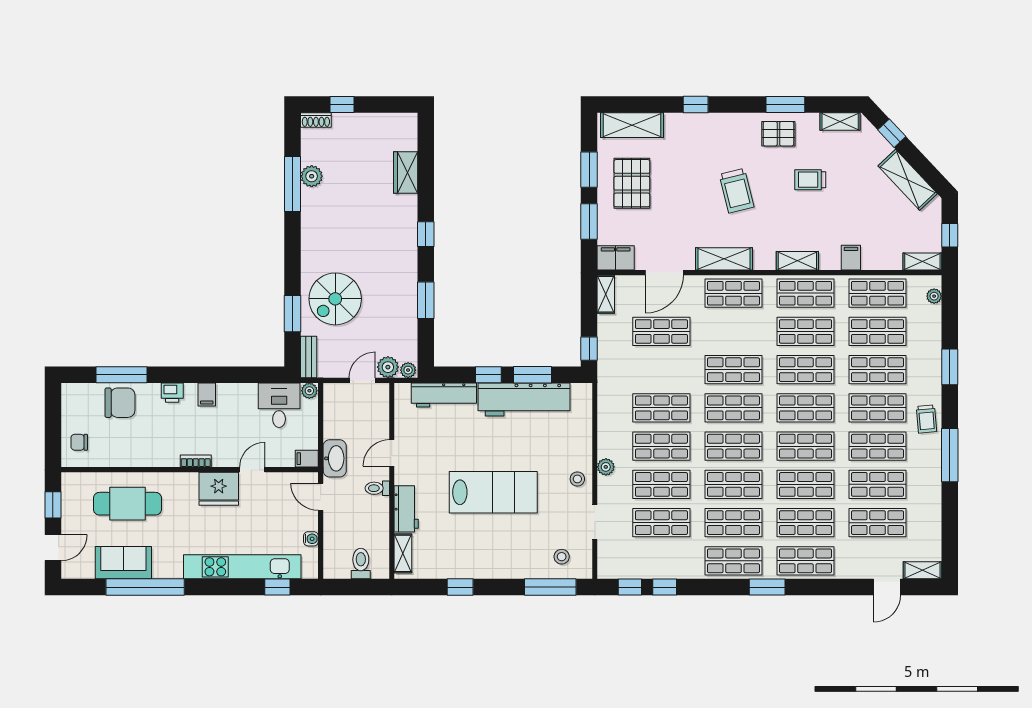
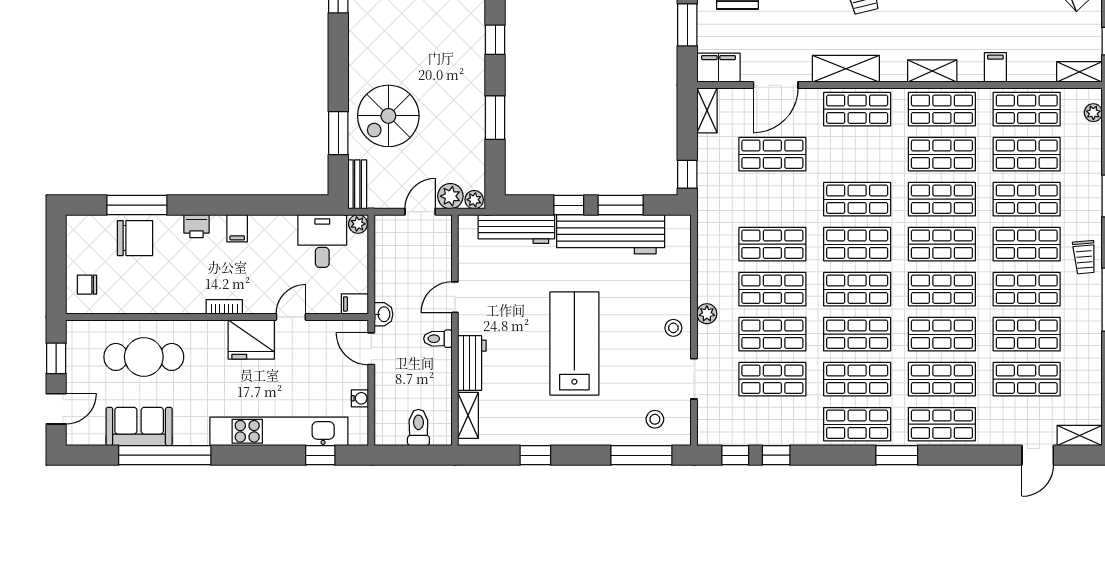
washbasin: (335, 458) -> (383, 314), width x0.52, depth x0.69
lab bench: (493, 492) -> (574, 344), turned -90

